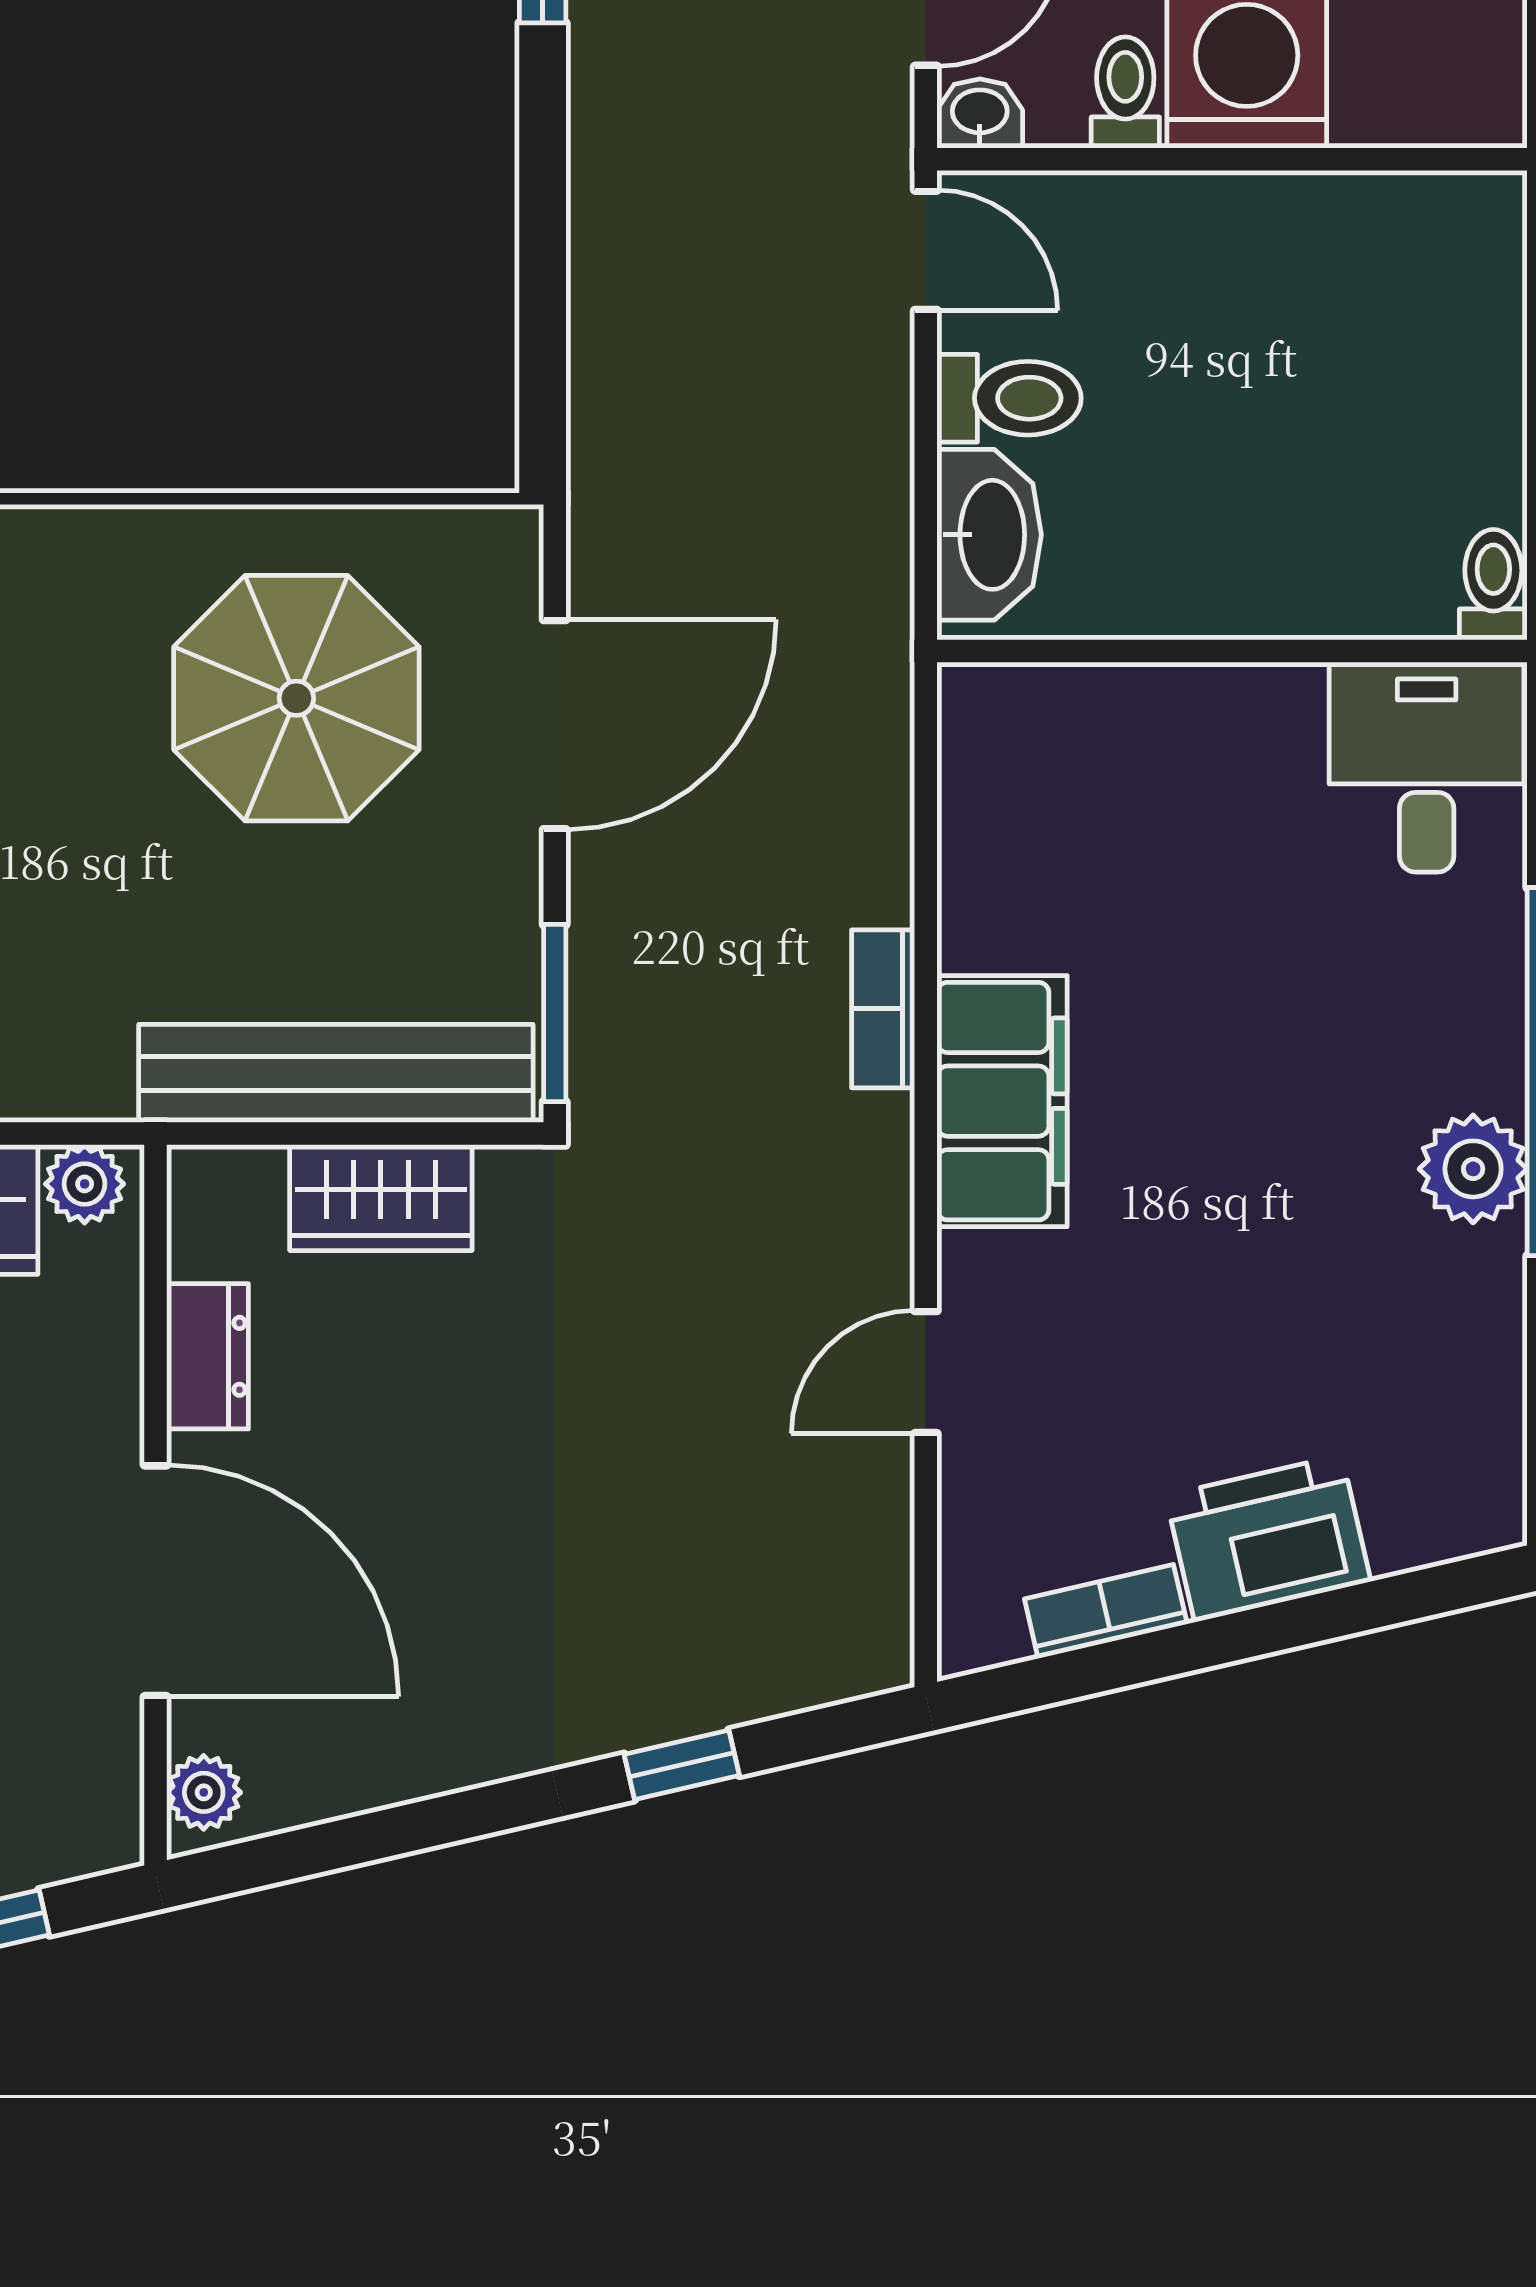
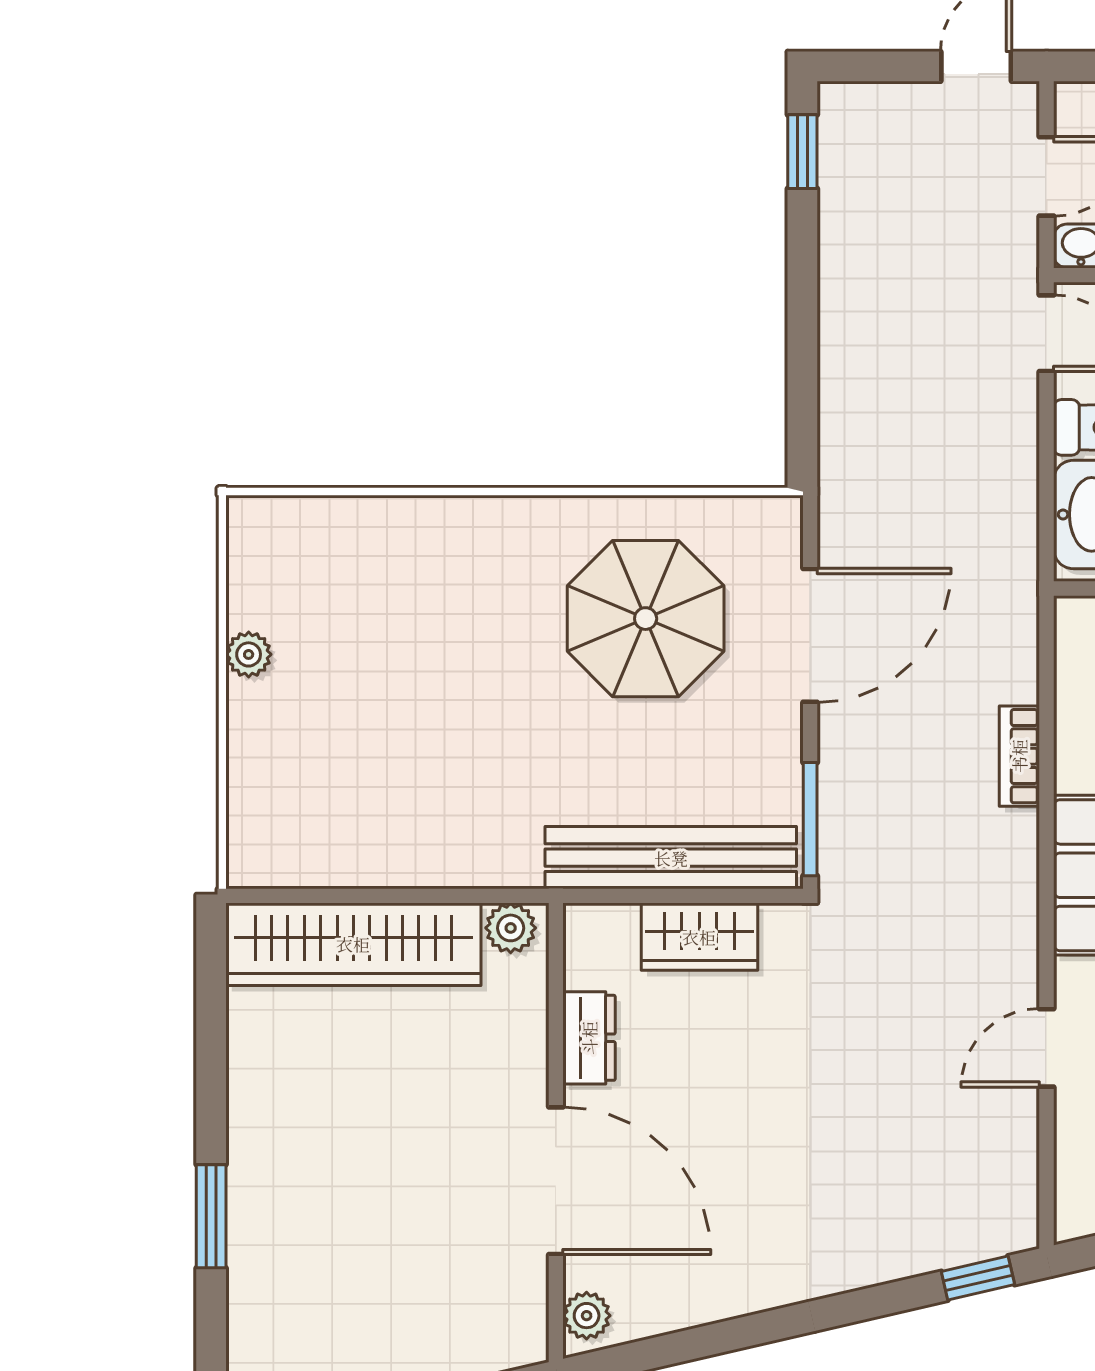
bookcase: (883, 1009) -> (1019, 756), moved
window: (682, 1765) -> (978, 1278), moved

